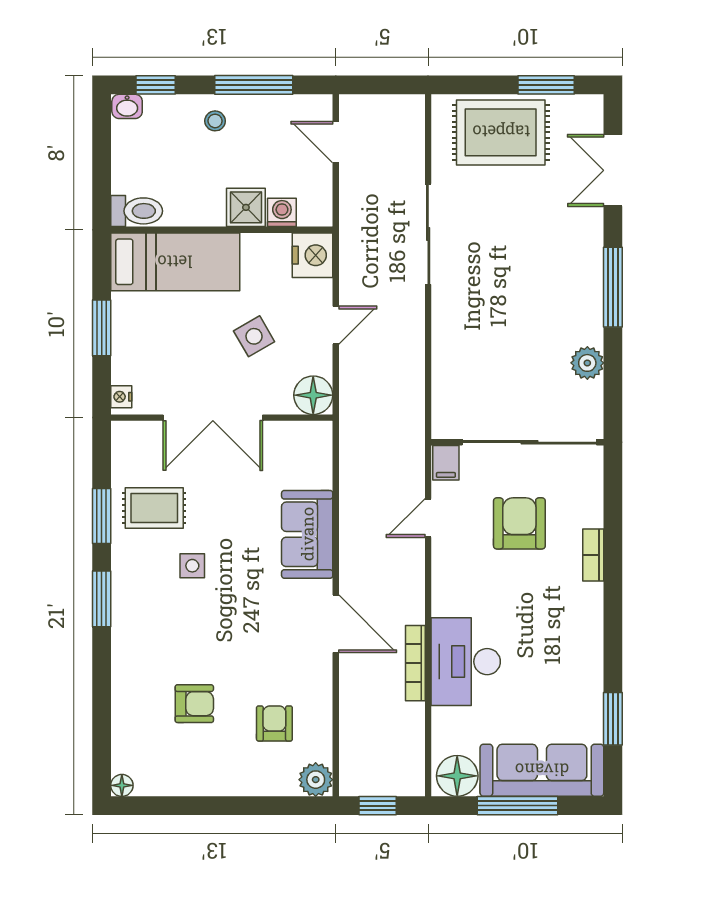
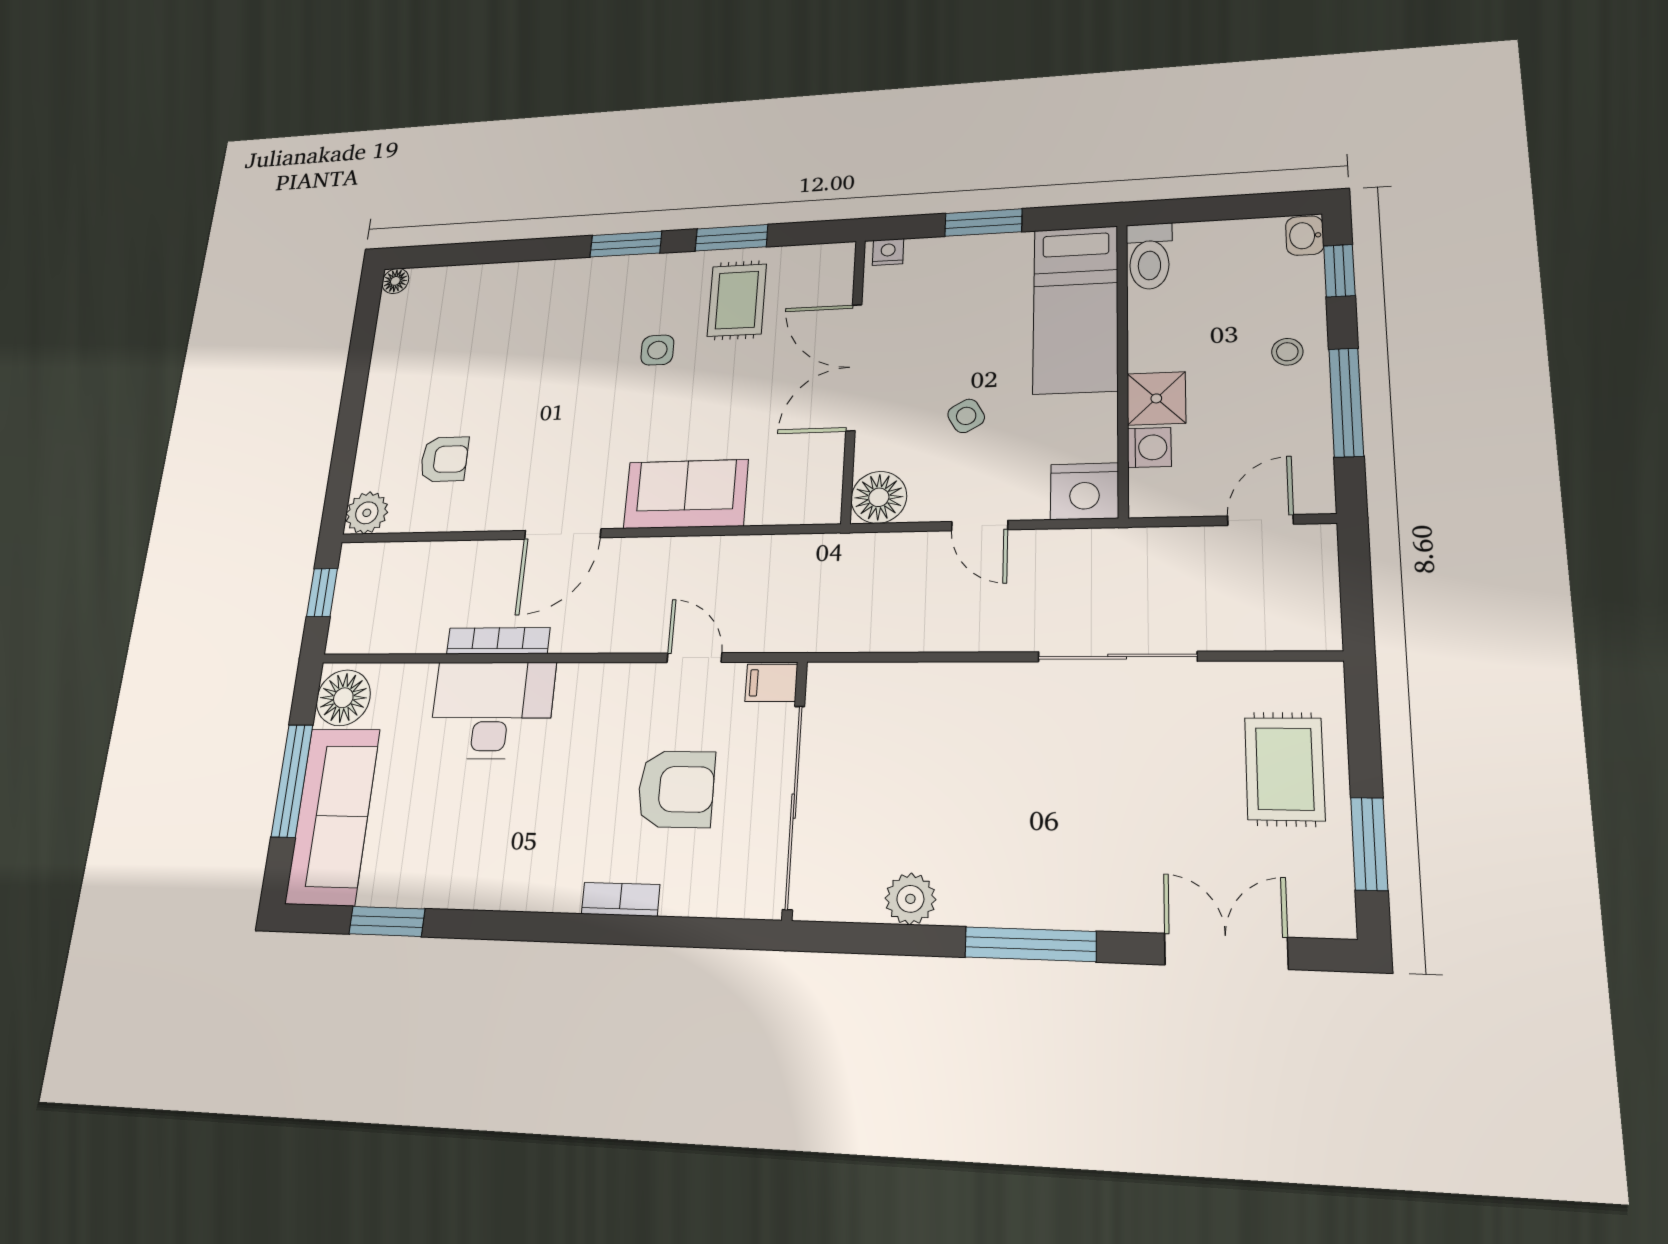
rug: (501, 132) -> (1285, 769), width x0.73, depth x0.70
side table: (254, 336) -> (966, 416), width x0.73, depth x0.73
armchair: (194, 704) -> (482, 360), removed

